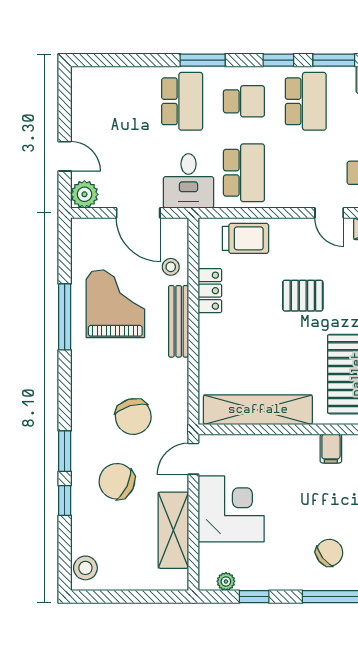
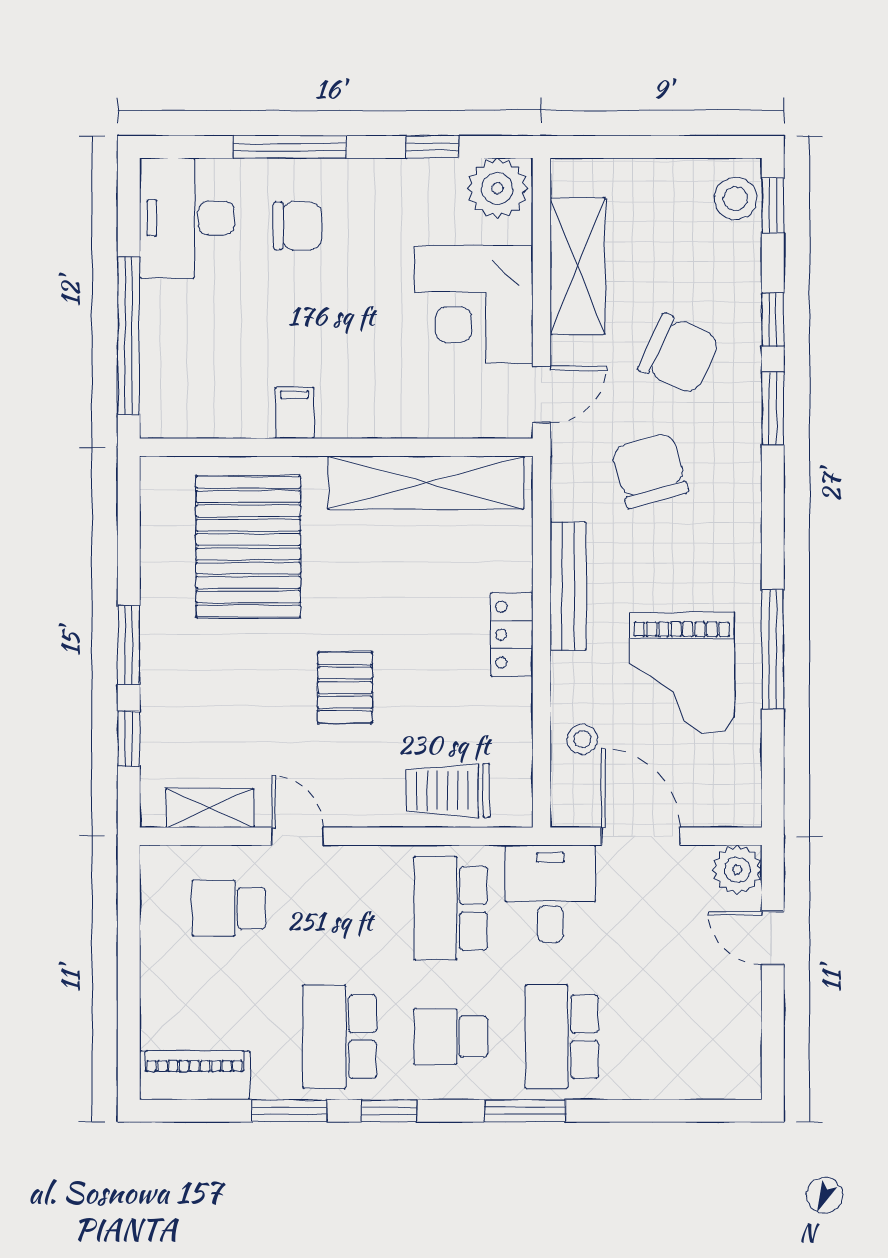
locker: (210, 291) -> (512, 635), moved
pallet: (303, 296) -> (345, 688), turned 90
bench: (179, 321) -> (568, 586), moved
chair: (329, 553) -> (297, 226), turned -142
window: (65, 564) -> (773, 205), added
plant: (226, 581) -> (497, 188), width x1.87, depth x1.87

